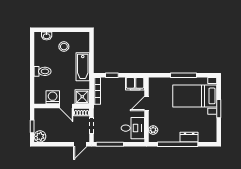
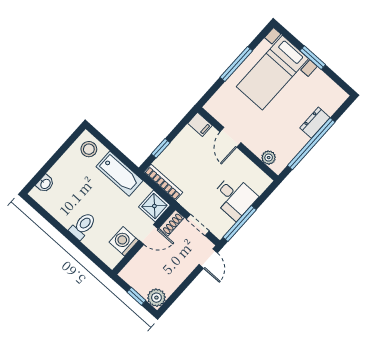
stool: (64, 47) -> (89, 149), moved
filing cabinet: (135, 84) -> (200, 124), width x0.50
desk: (133, 128) -> (234, 197), moved, turned 90

